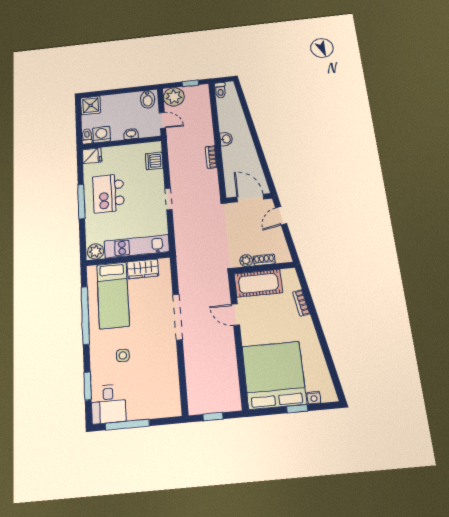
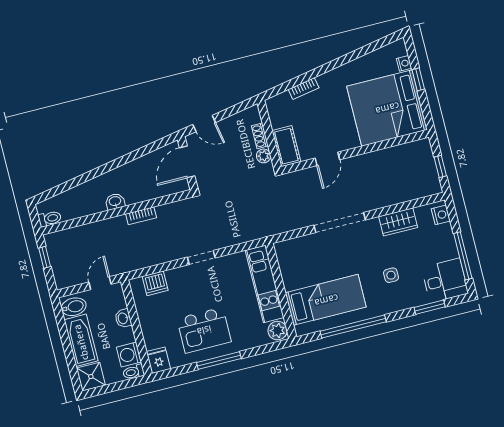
plant: (174, 97) -> (66, 275), removed
bathtub: (120, 102) -> (81, 340), added
wardrobe: (143, 269) -> (398, 222), moved, turned 90
cot: (258, 283) -> (286, 146), width x0.73, depth x0.75
nightstand: (168, 410) -> (441, 215), added

